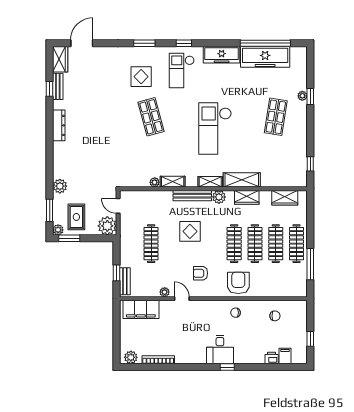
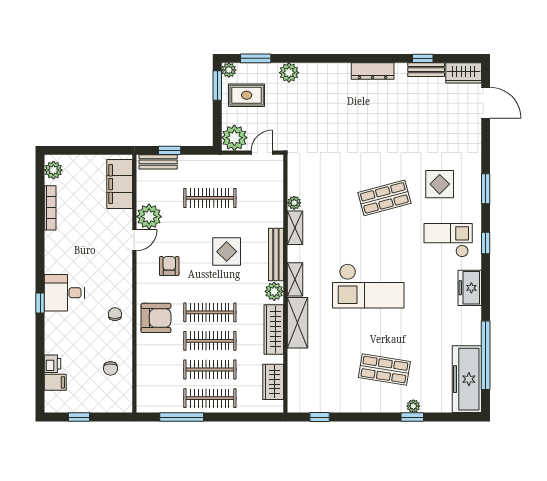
freezer: (222, 55) -> (470, 288), width x0.71
freezer: (265, 57) -> (467, 379), moved
checkout: (215, 129) -> (368, 286), turned 180
wardrobe: (247, 197) -> (274, 329), width x1.50
plant: (165, 292) -> (149, 217), width x1.88, depth x1.88

